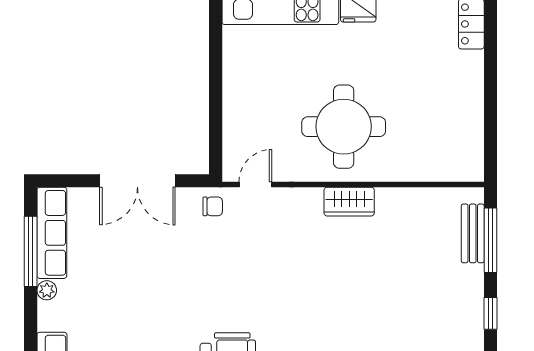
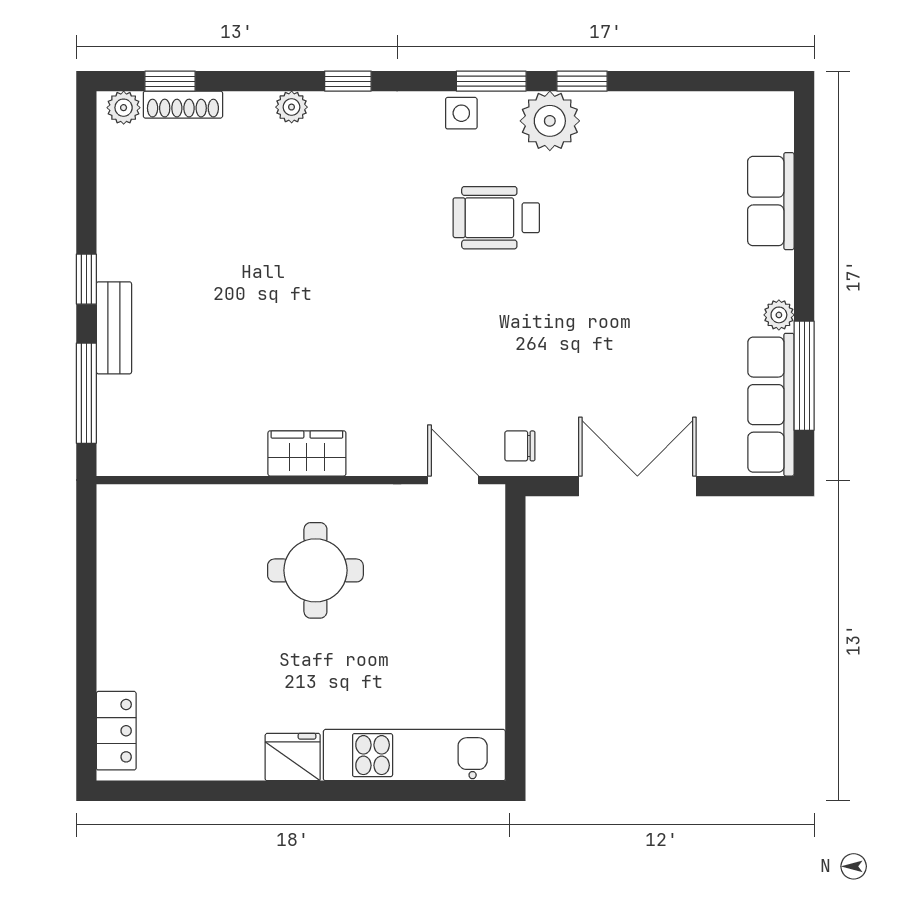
round table: (344, 127) -> (315, 570), width x0.73, depth x0.73
door: (255, 185) -> (453, 480), swing flipped
bench: (473, 233) -> (114, 328), moved

